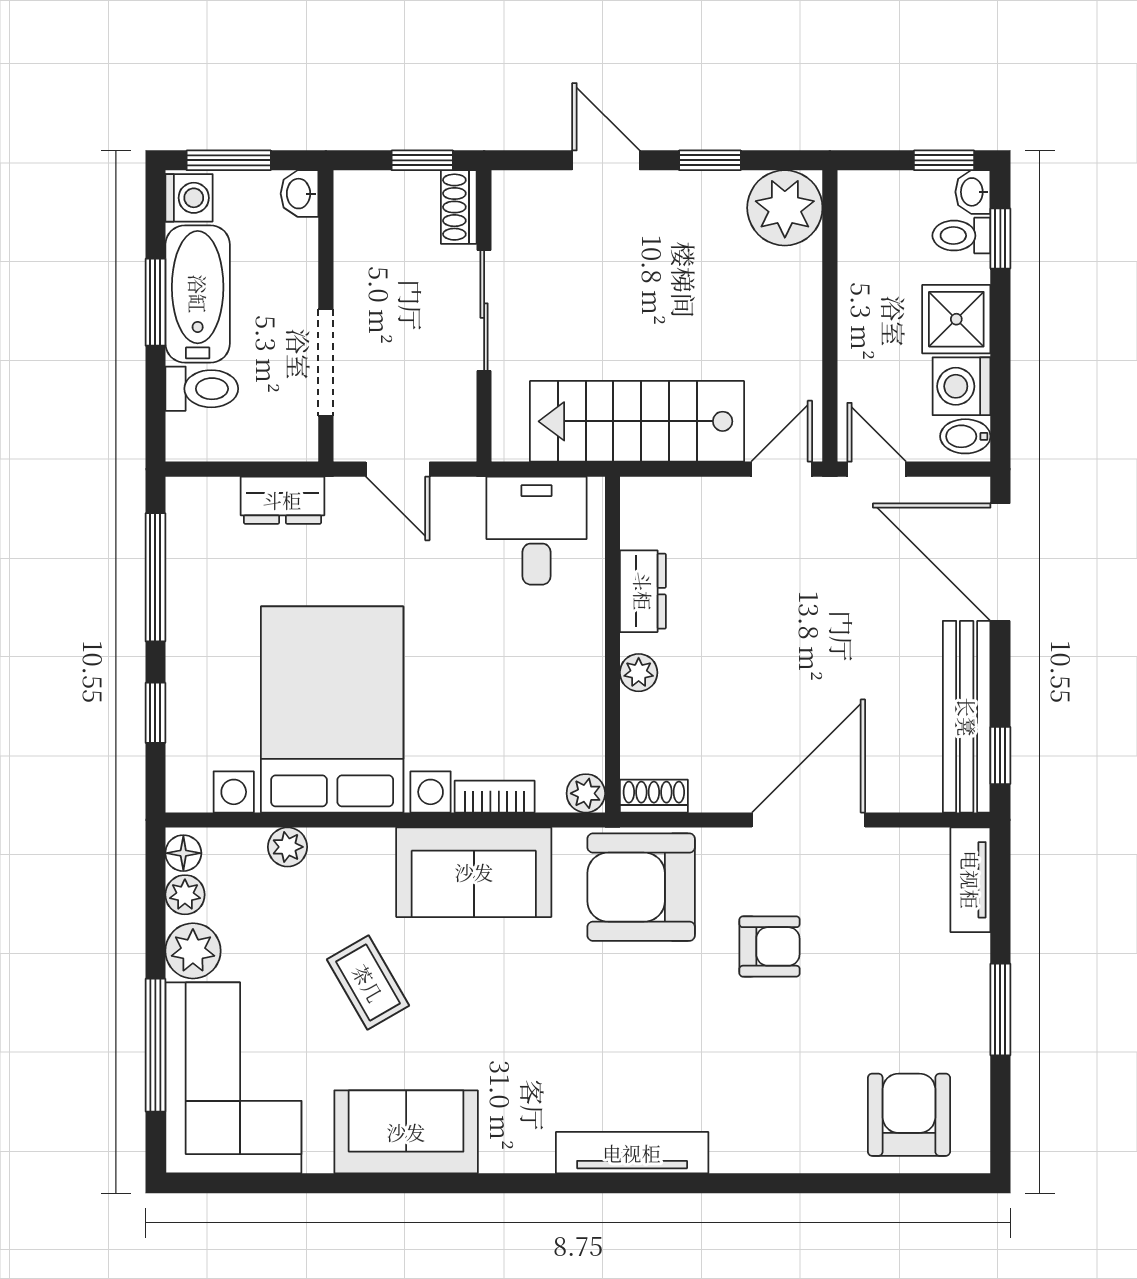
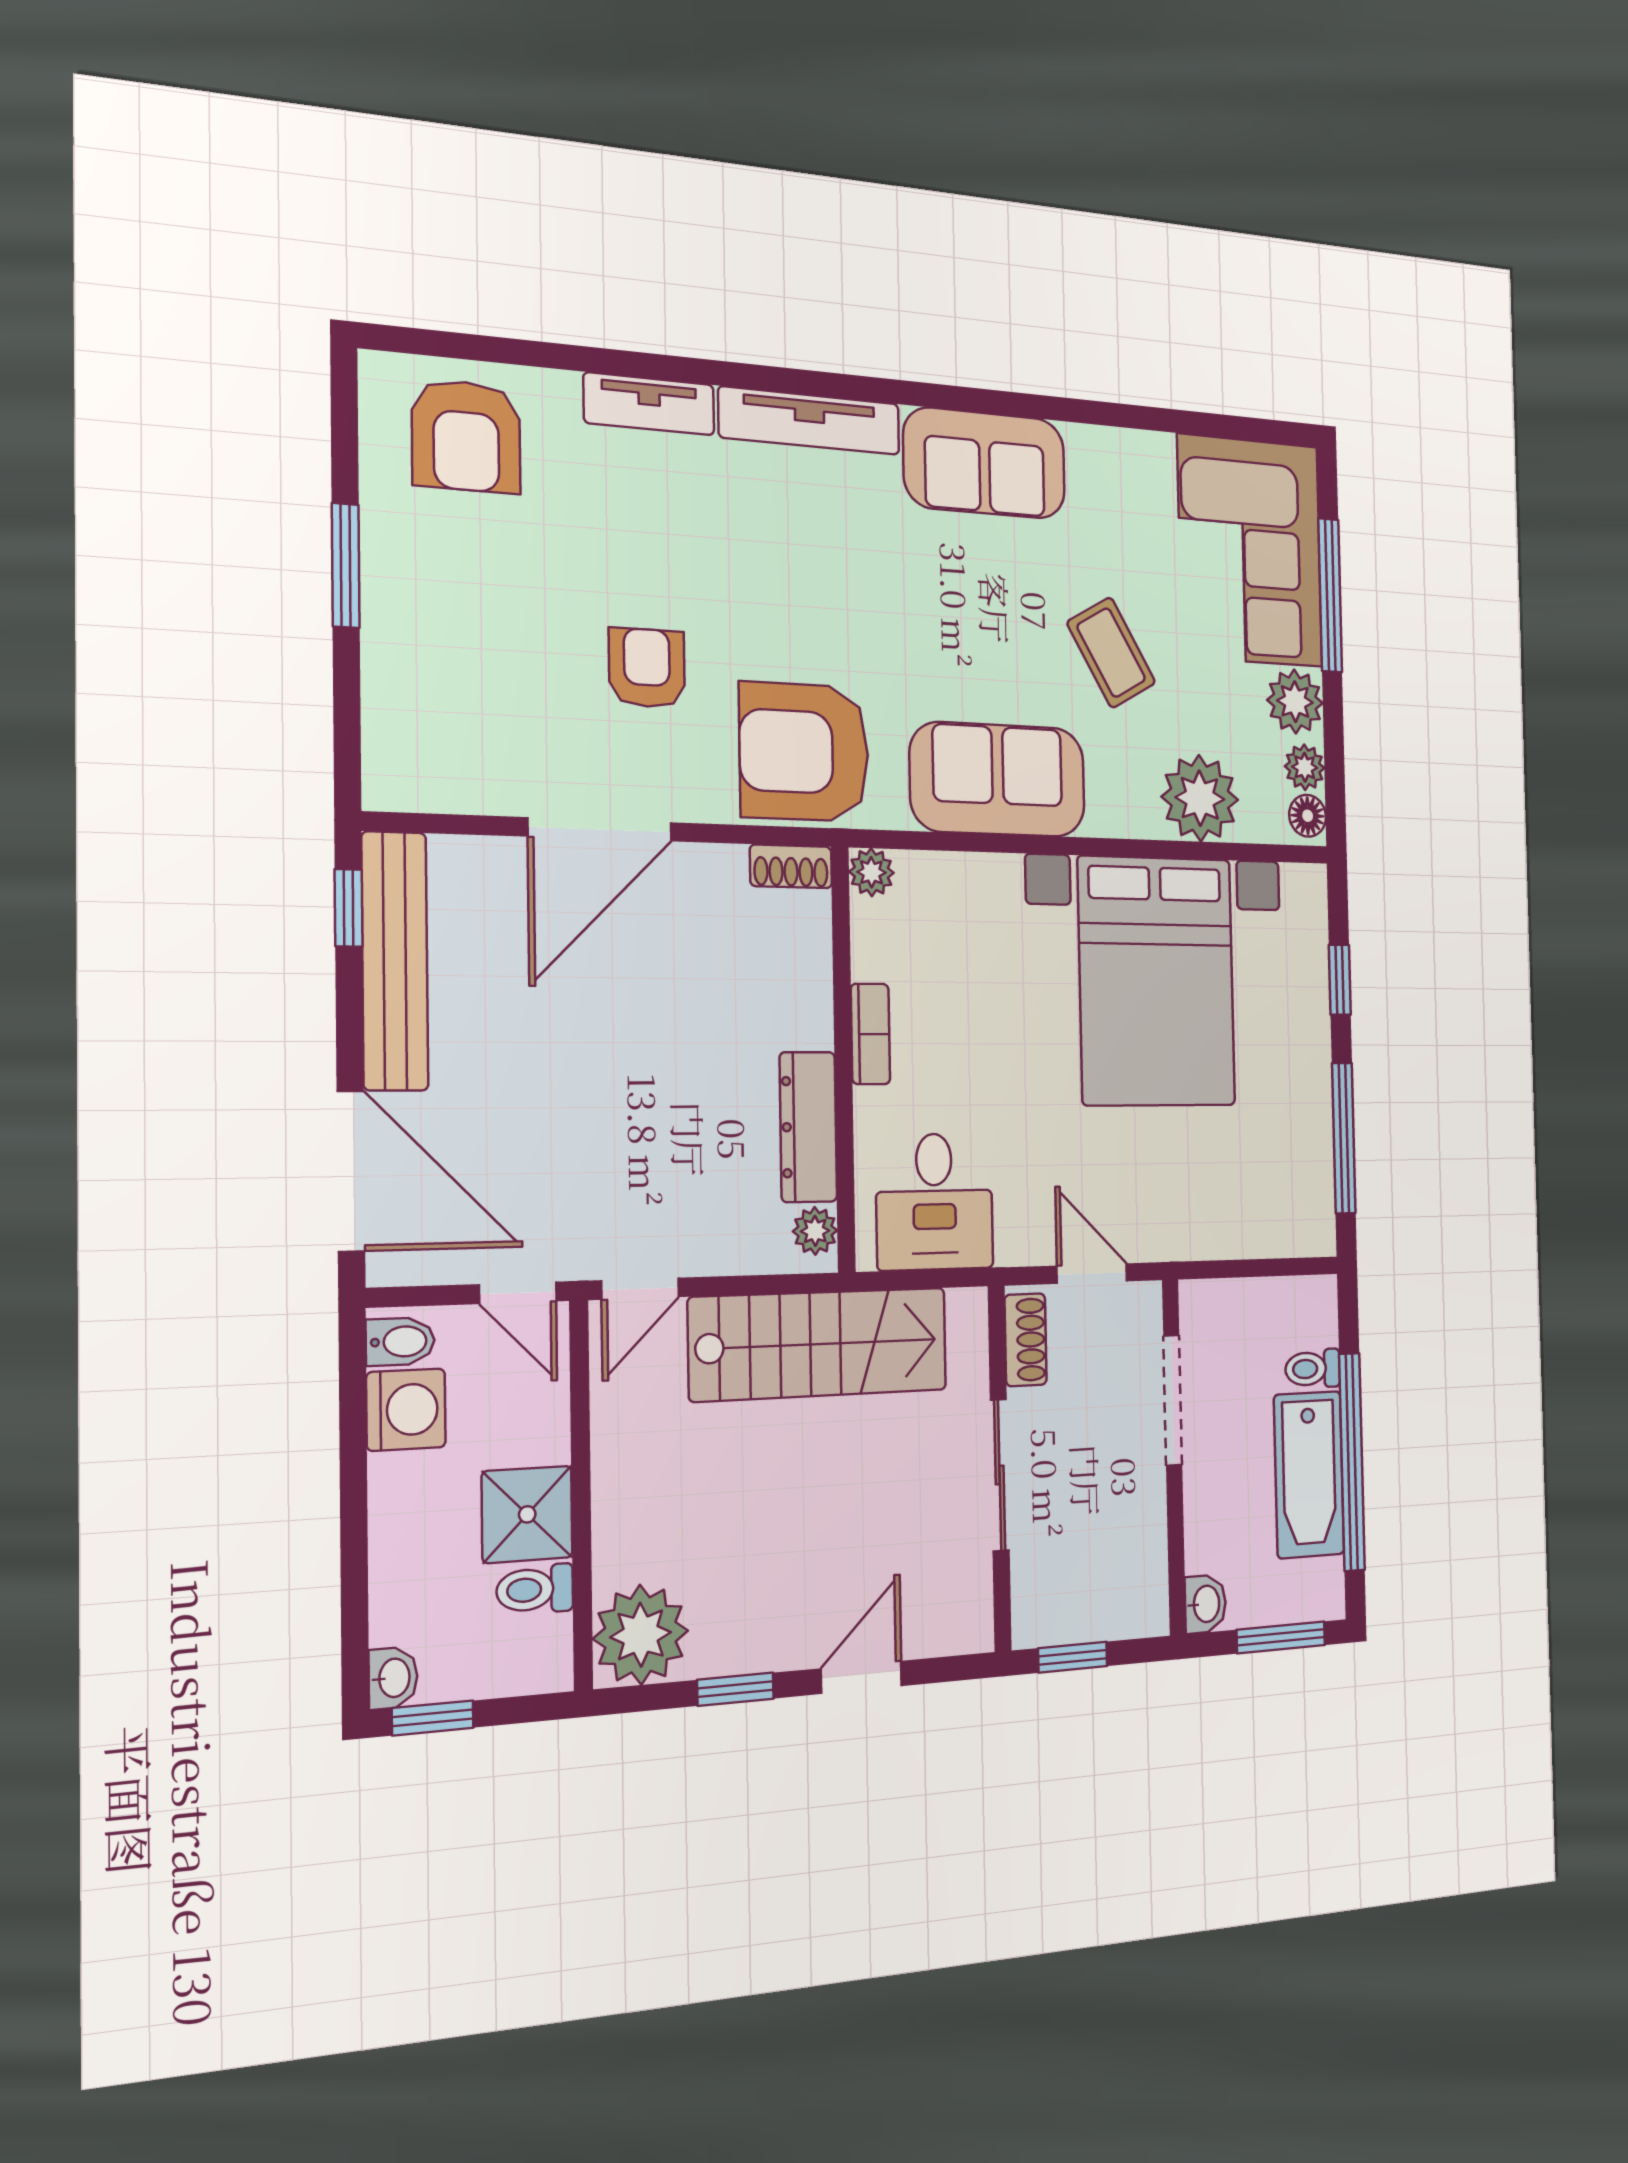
door: (606, 160) -> (861, 1677), swing flipped
washing machine: (189, 198) -> (1321, 1589), removed
shoe rack: (459, 207) -> (1026, 1340), moved
toilet: (961, 236) -> (535, 1589), moved, turned 180
window: (1000, 238) -> (355, 1617), removed
window: (155, 302) -> (1352, 1462), width x2.11
shower: (956, 319) -> (527, 1514), moved
toilet: (202, 389) -> (1313, 1369), width x0.73, depth x0.72
dresser: (282, 500) -> (1215, 1232), removed
dresser: (643, 591) -> (808, 1127), width x1.44
plant: (639, 673) -> (815, 1231), moved
bookcase: (495, 797) -> (870, 1034), moved, turned -90
plant: (288, 847) -> (1200, 798), width x1.87, depth x1.87
tv unit: (970, 880) -> (649, 404), moved, turned 90
armchair: (641, 887) -> (804, 752), turned 180
armchair: (770, 946) -> (647, 668), turned 90
sofa: (406, 1132) -> (985, 463), moved

